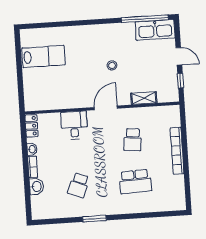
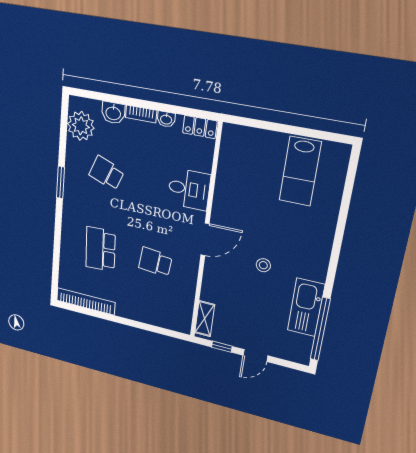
kitchen sink: (155, 30) -> (306, 307), moved
shelving: (144, 98) -> (205, 319), moved
door: (106, 108) -> (205, 239), hinge flipped
bookcase: (177, 151) -> (86, 301), moved
plant: (51, 209) -> (81, 126), added

